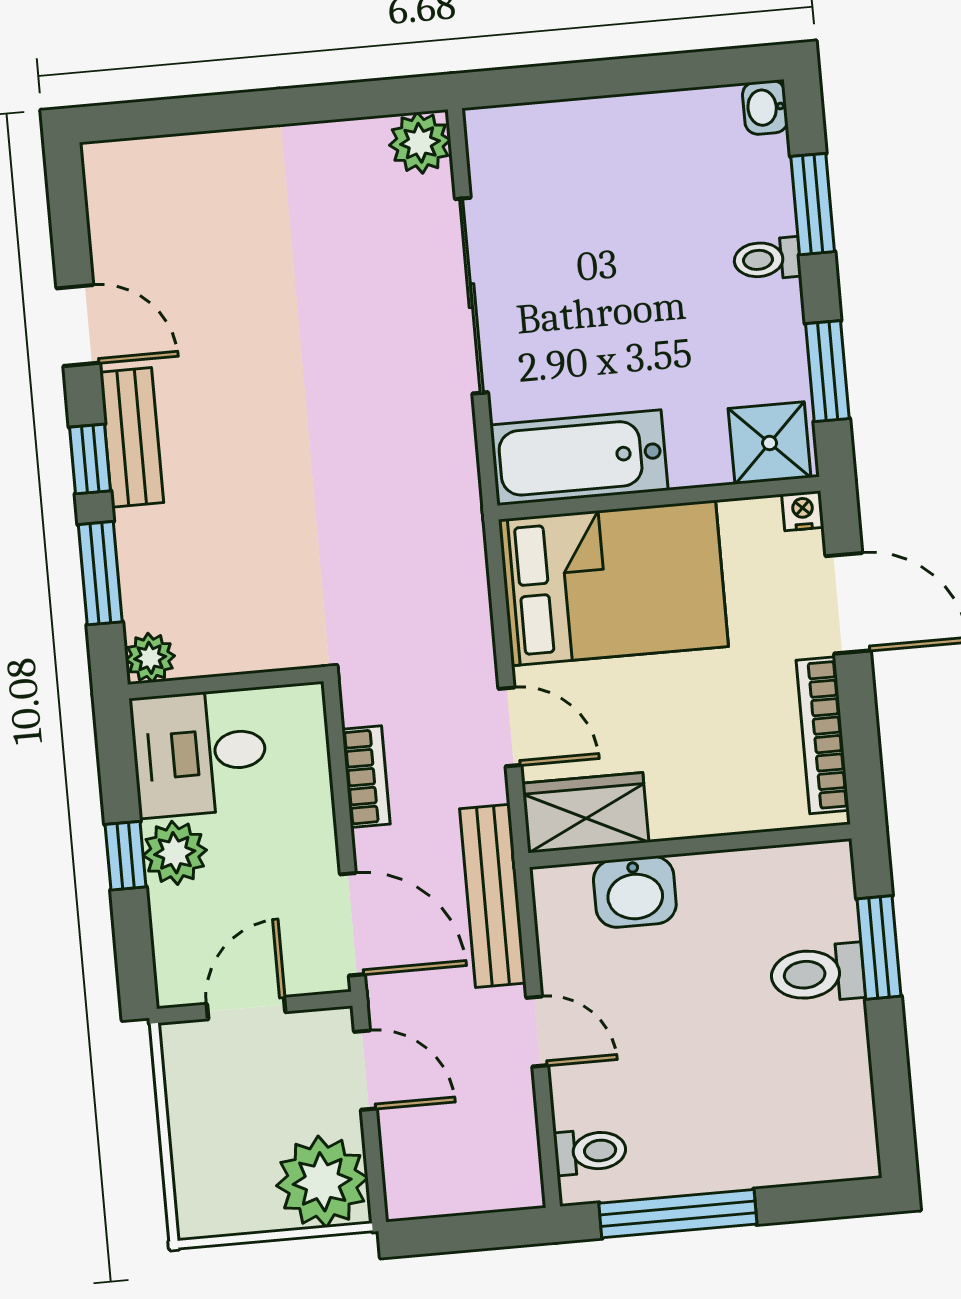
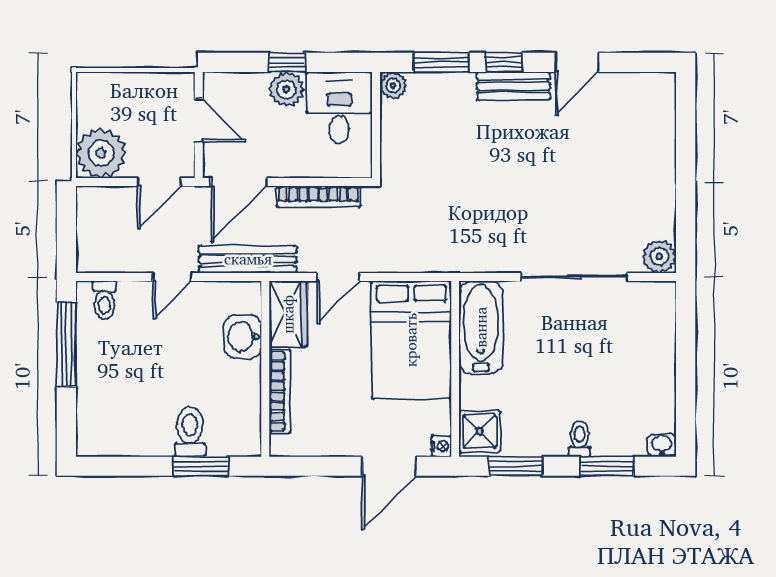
bookcase: (823, 735) -> (280, 391), moved, turned 90
bookcase: (366, 777) -> (318, 197), width x1.56

